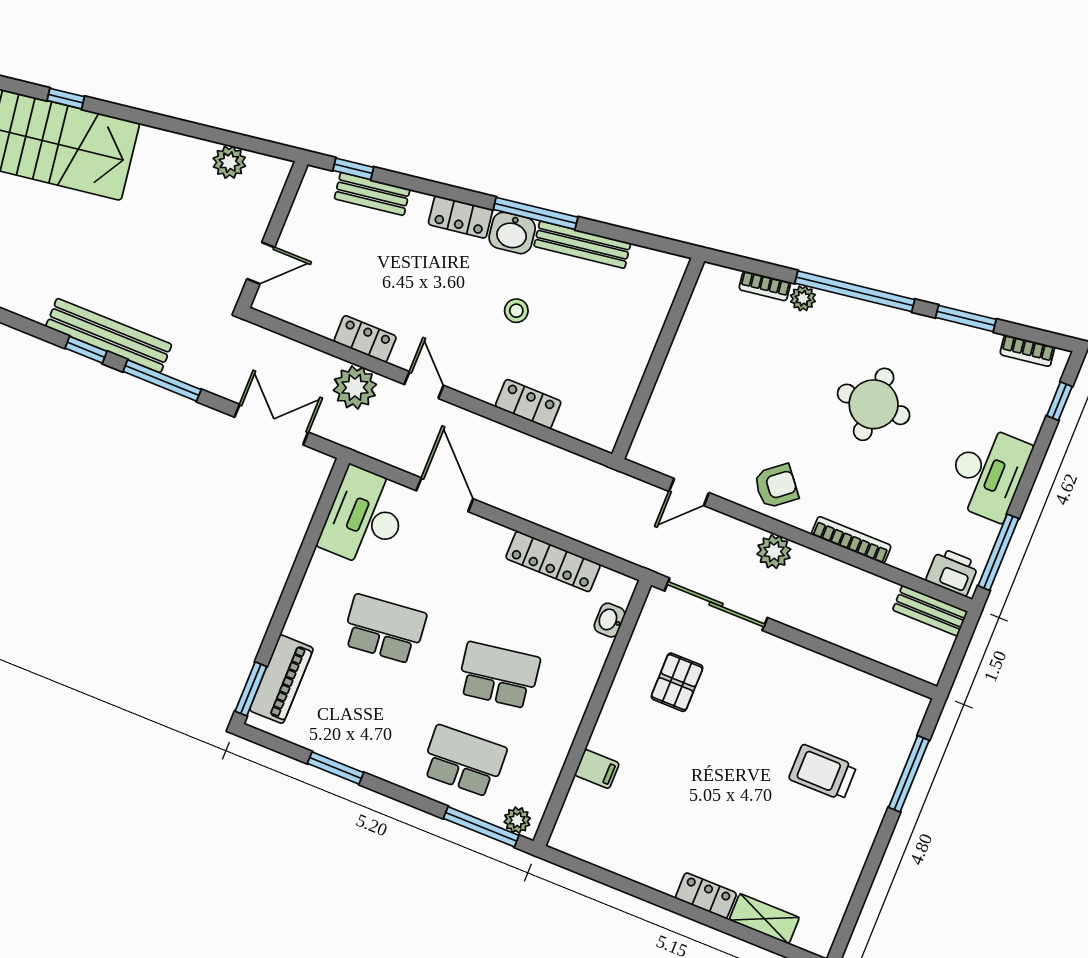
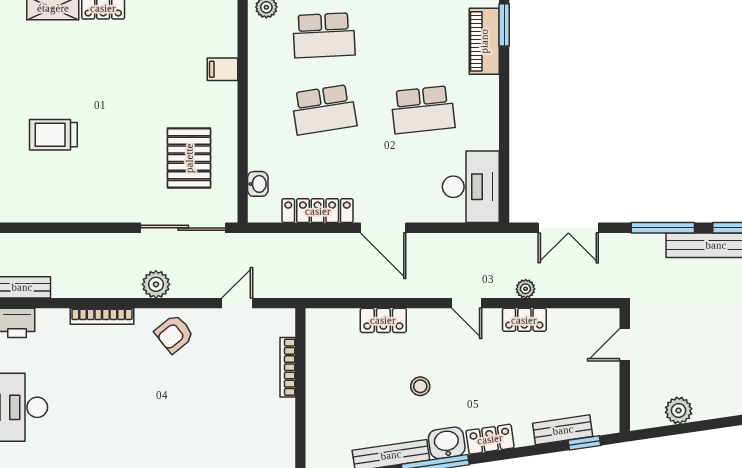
plant: (355, 387) -> (526, 289), width x0.53, depth x0.53
bookcase: (660, 394) -> (288, 367), added
round table: (874, 404) -> (126, 424), removed
door: (445, 495) -> (383, 228), moved
pallet: (677, 682) -> (189, 158), width x1.50, depth x1.42
trolley: (823, 772) -> (53, 135), turned 180

